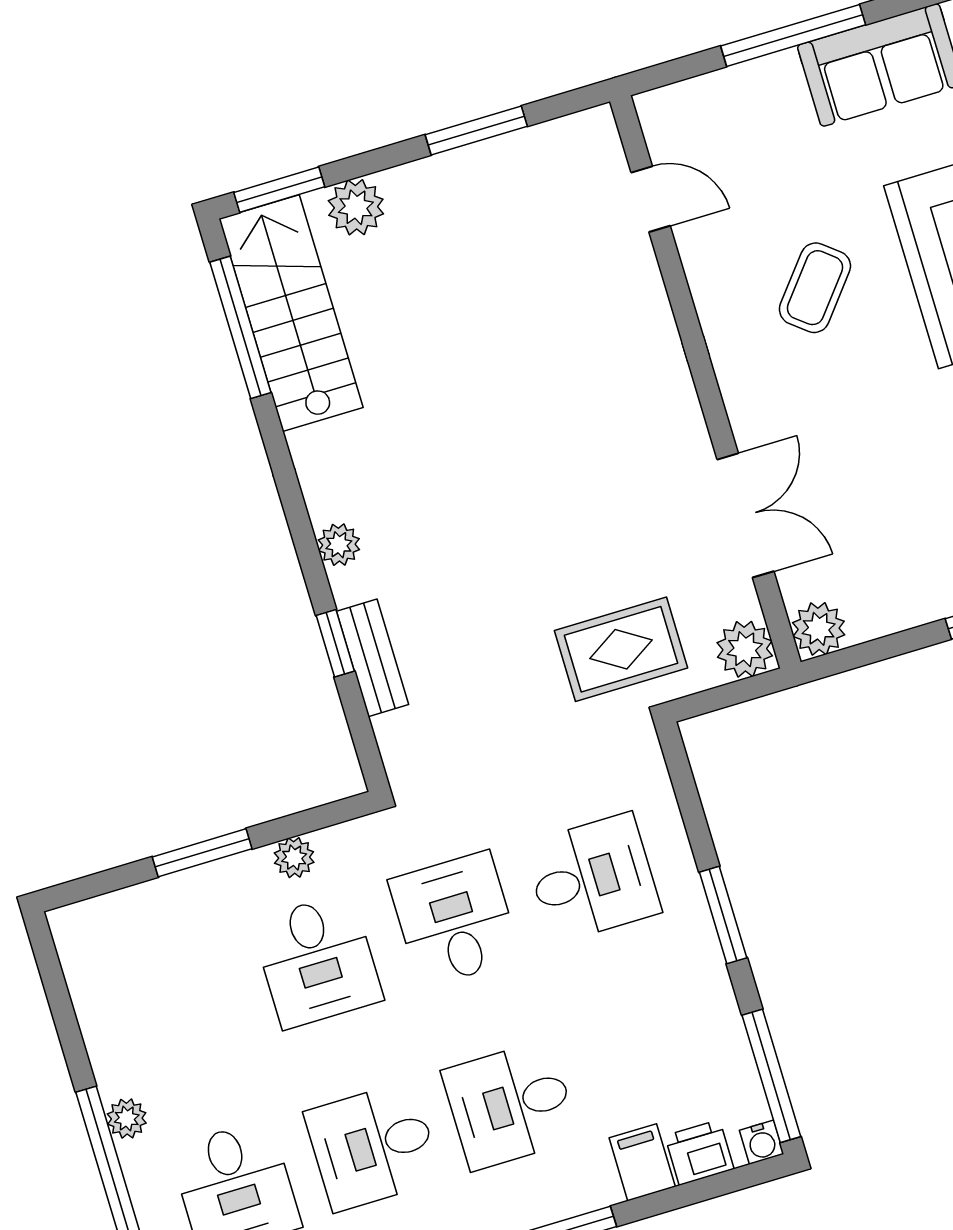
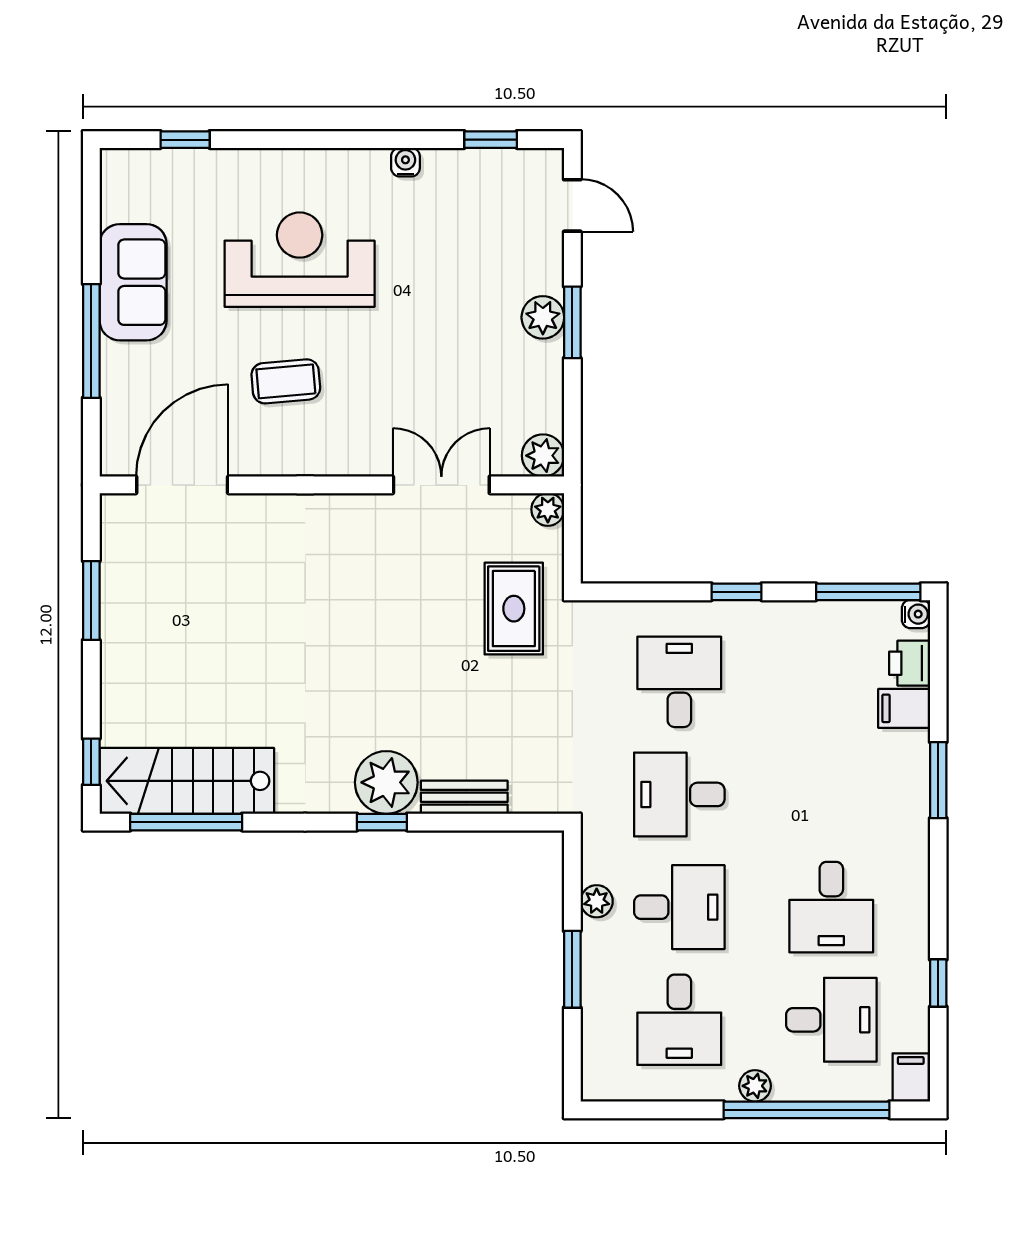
window: (279, 190) -> (91, 762), width x0.67
door: (651, 199) -> (182, 485), width x1.88
plant: (356, 207) -> (122, 708), removed
coffee table: (815, 288) -> (286, 381), turned -44
plant: (339, 545) -> (386, 782), width x1.87, depth x1.87
window: (335, 643) -> (382, 822), moved
plant: (745, 649) -> (548, 509), width x0.73, depth x0.73
window: (723, 915) -> (736, 592), width x0.67
desk: (510, 1105) -> (679, 1020), moved

